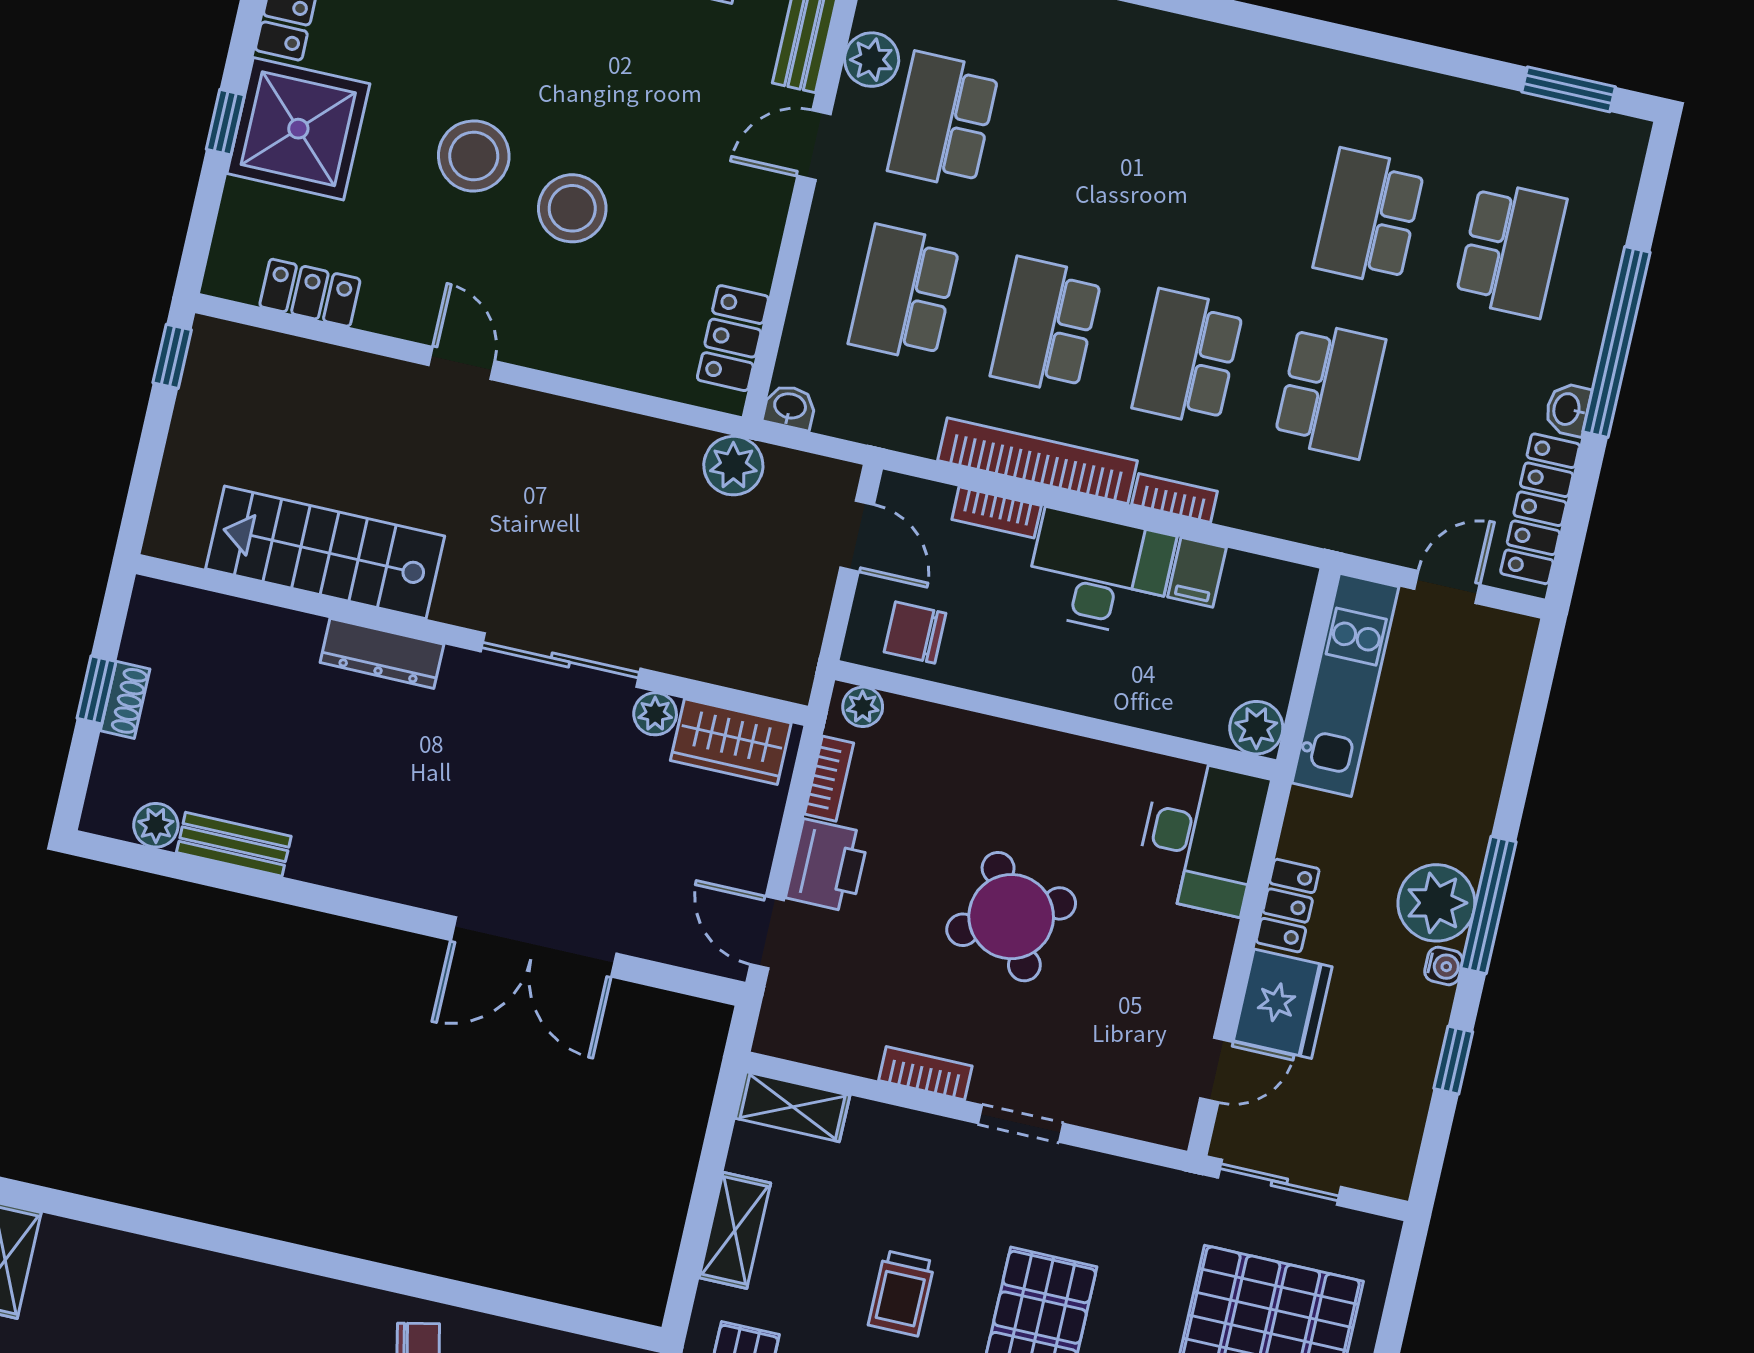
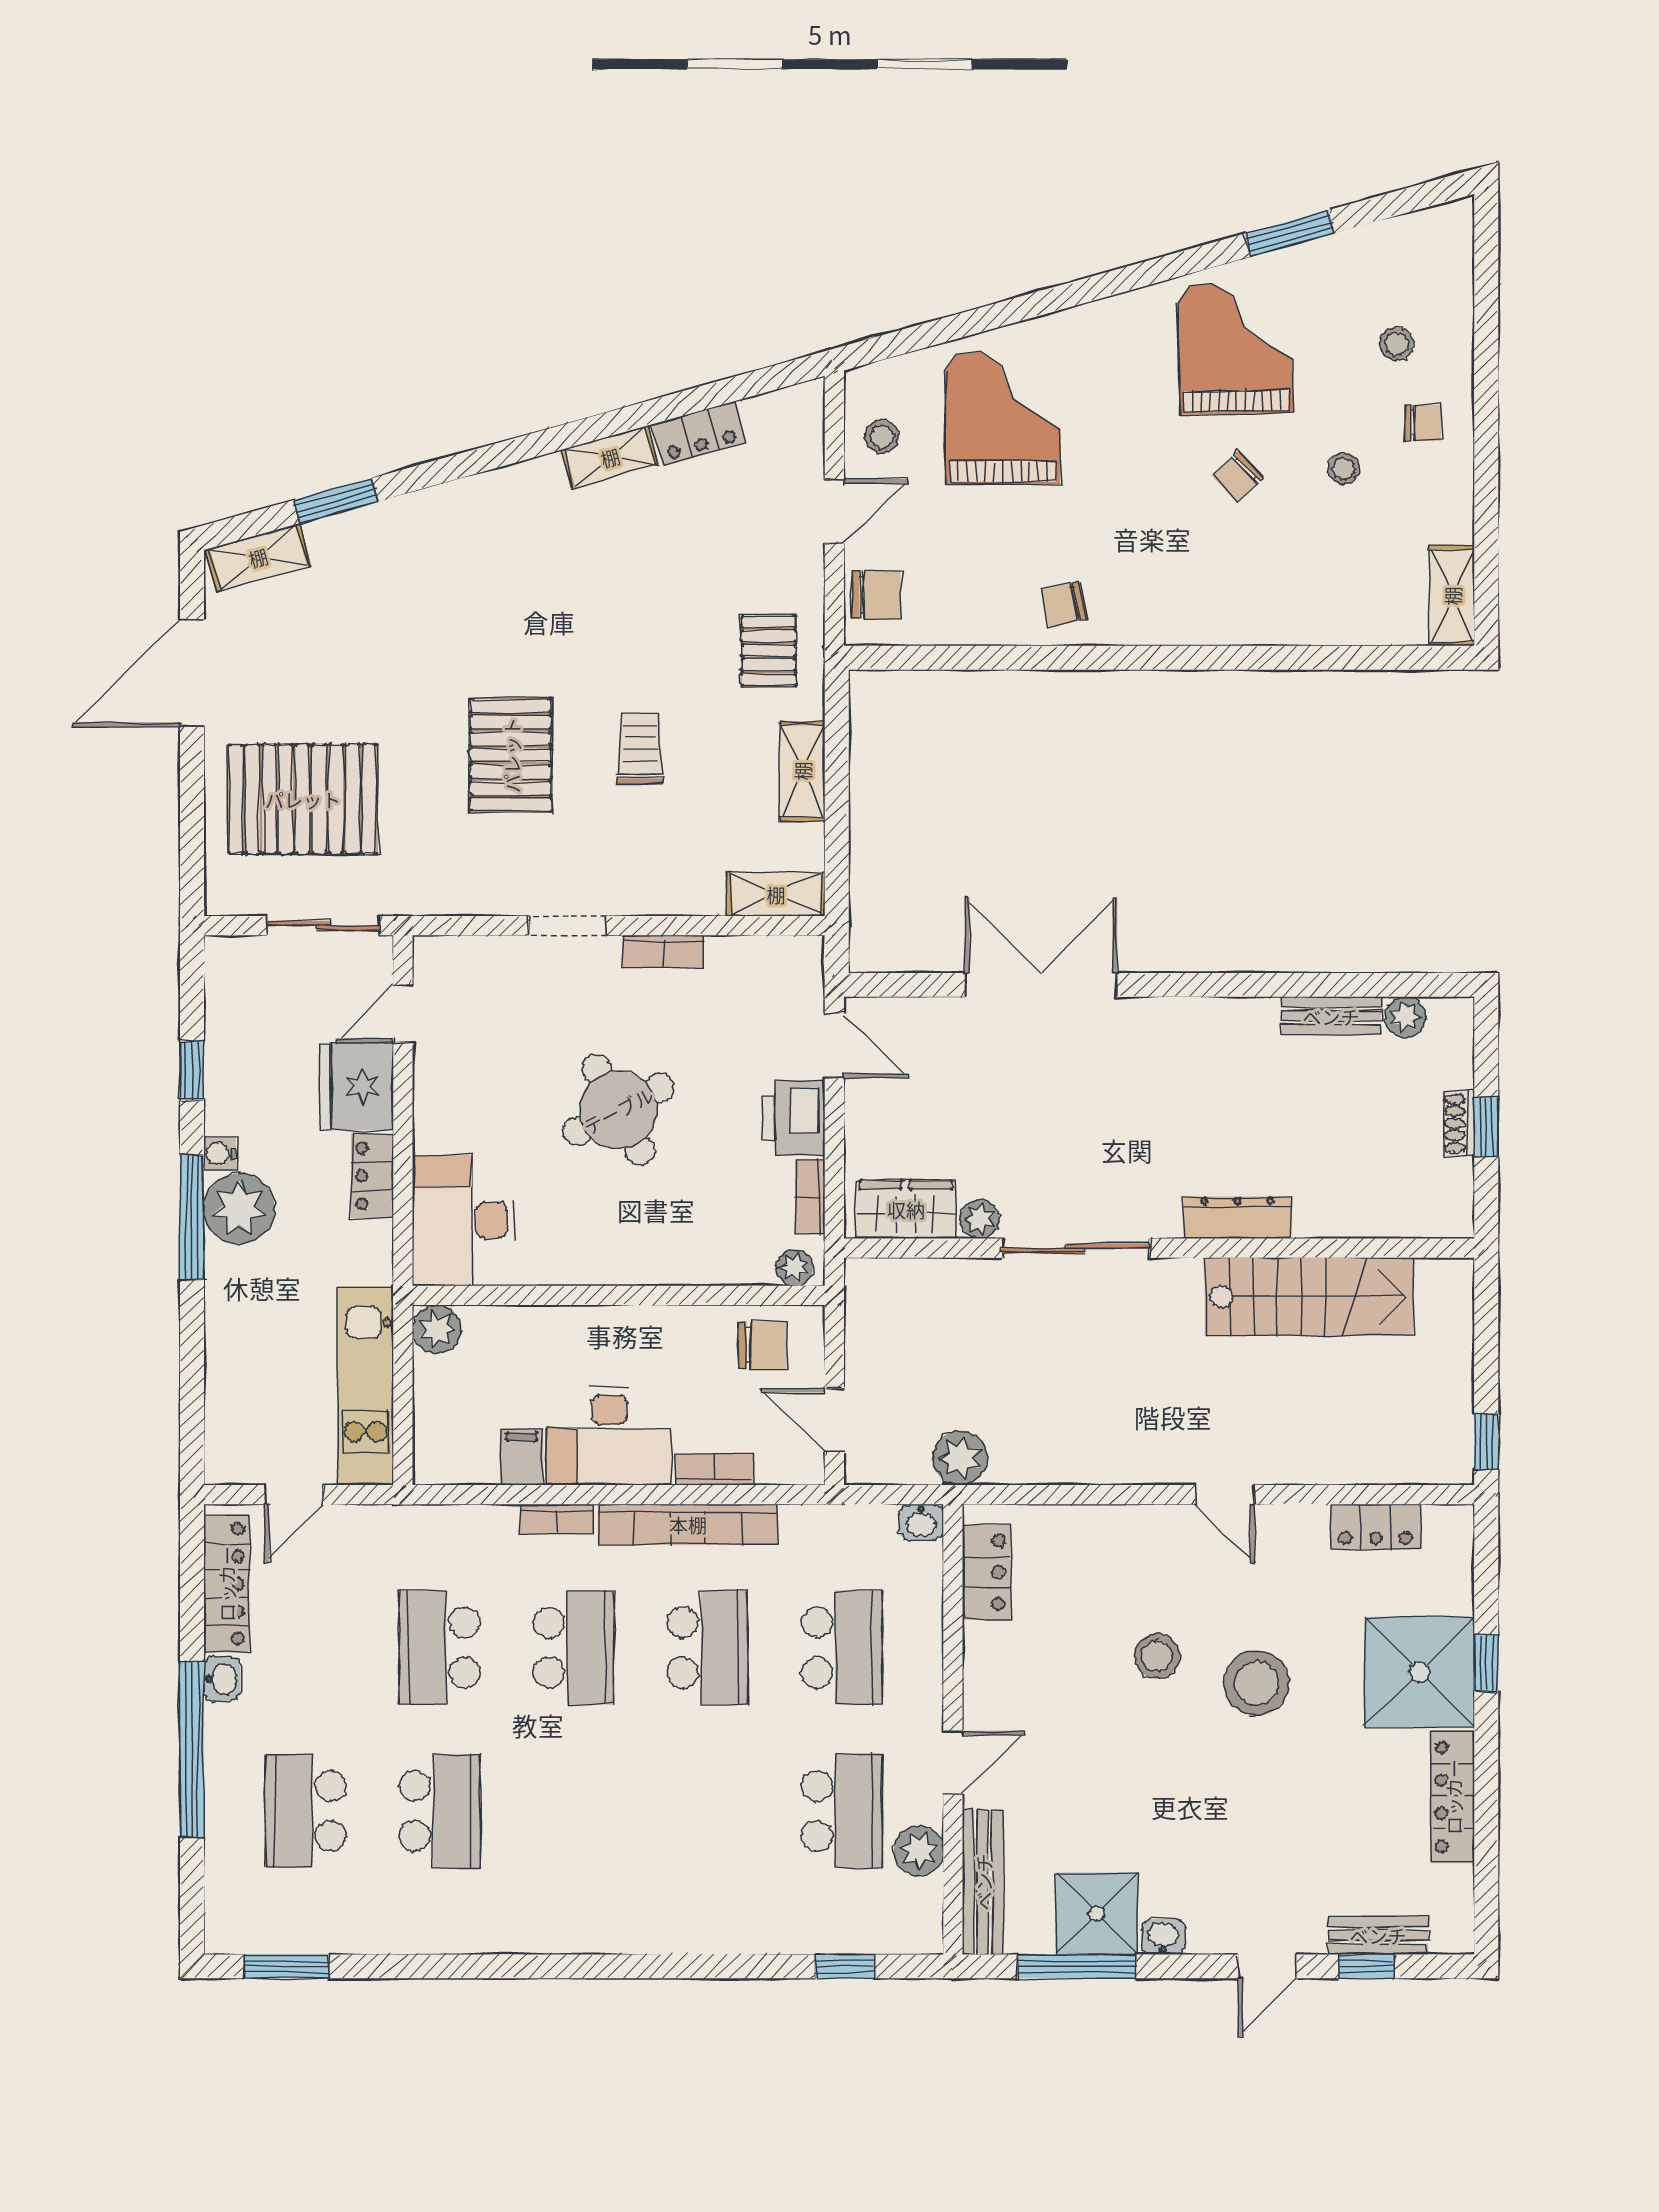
stool: (572, 208) -> (1157, 1656), width x0.73, depth x0.73

